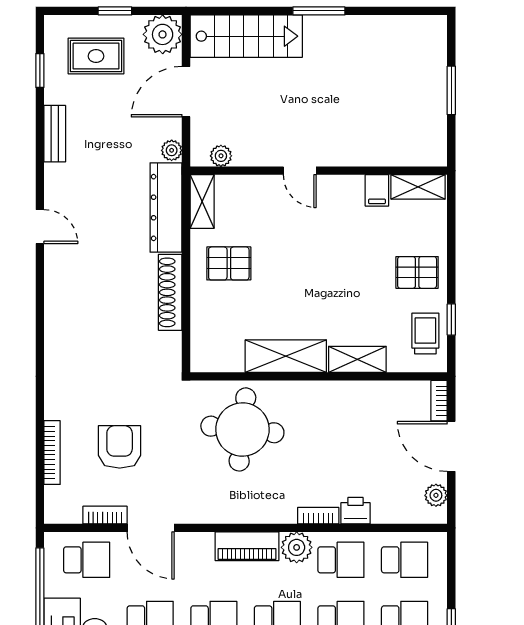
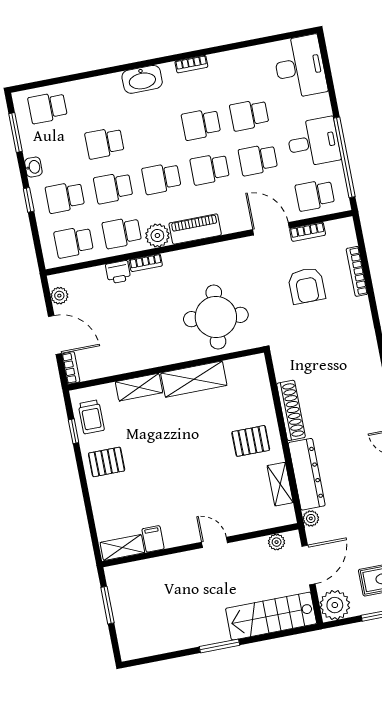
plant: (221, 156) -> (277, 542), moved
door: (300, 171) -> (215, 542), moved
wall: (319, 171) -> (200, 545), moved
shelving: (418, 187) -> (122, 548), moved
filing cabinet: (377, 190) -> (153, 539), moved

